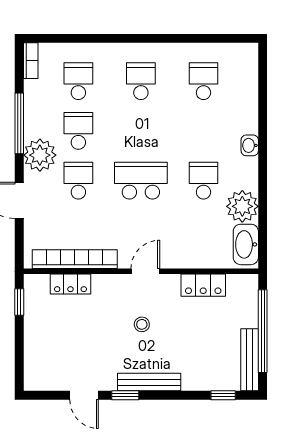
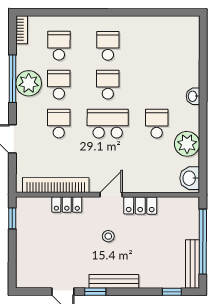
school desk: (203, 81) -> (108, 85), moved
plant: (40, 155) -> (29, 83), moved
washbasin: (246, 244) -> (190, 178), width x0.72
locker: (70, 284) -> (67, 205), moved
locker: (203, 285) -> (140, 206), moved

